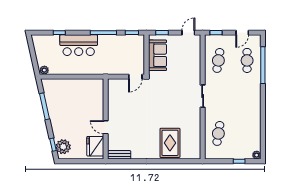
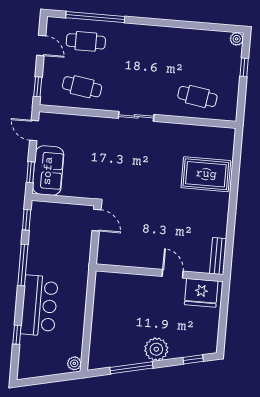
sofa: (157, 55) -> (48, 171), moved, turned 90
door: (106, 127) -> (173, 274), swing flipped
plant: (63, 147) -> (156, 349), moved

